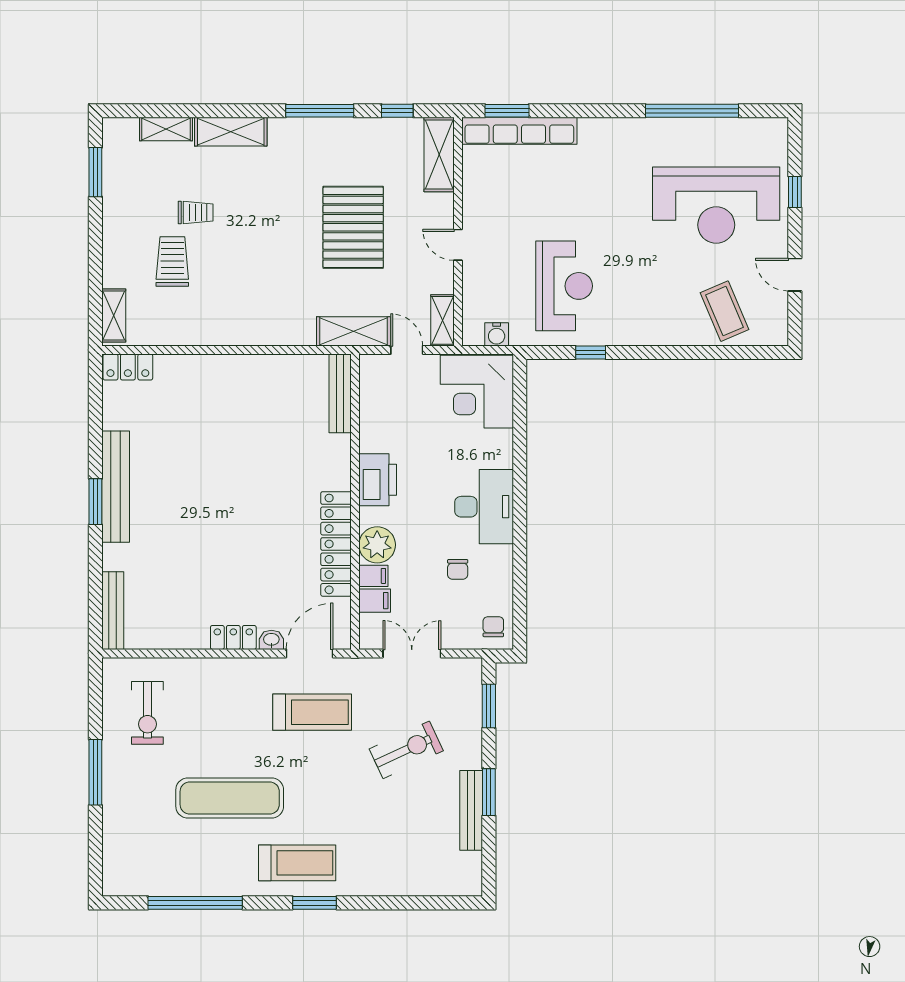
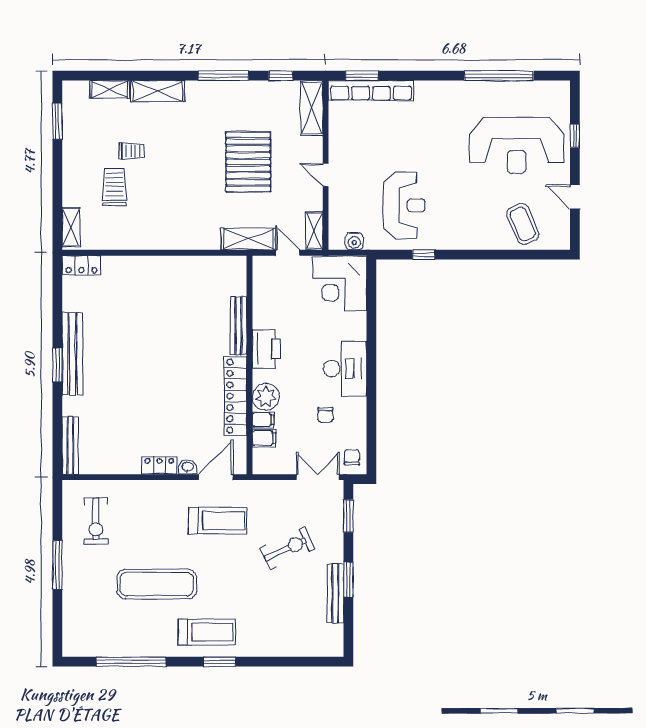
bench: (340, 393) -> (238, 326), moved
double door: (412, 653) -> (318, 477), moved

